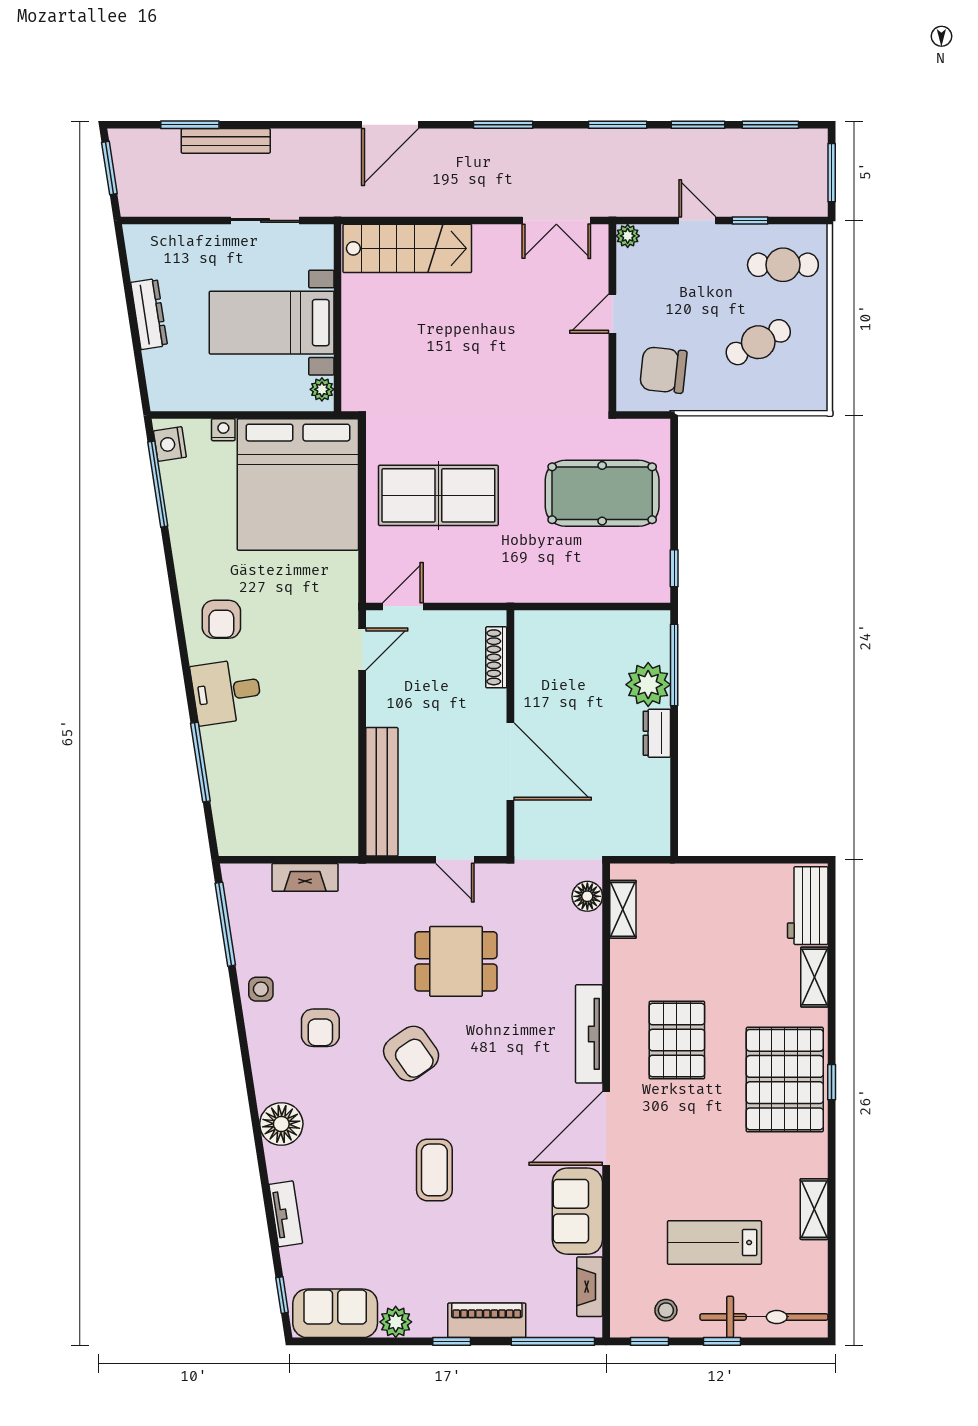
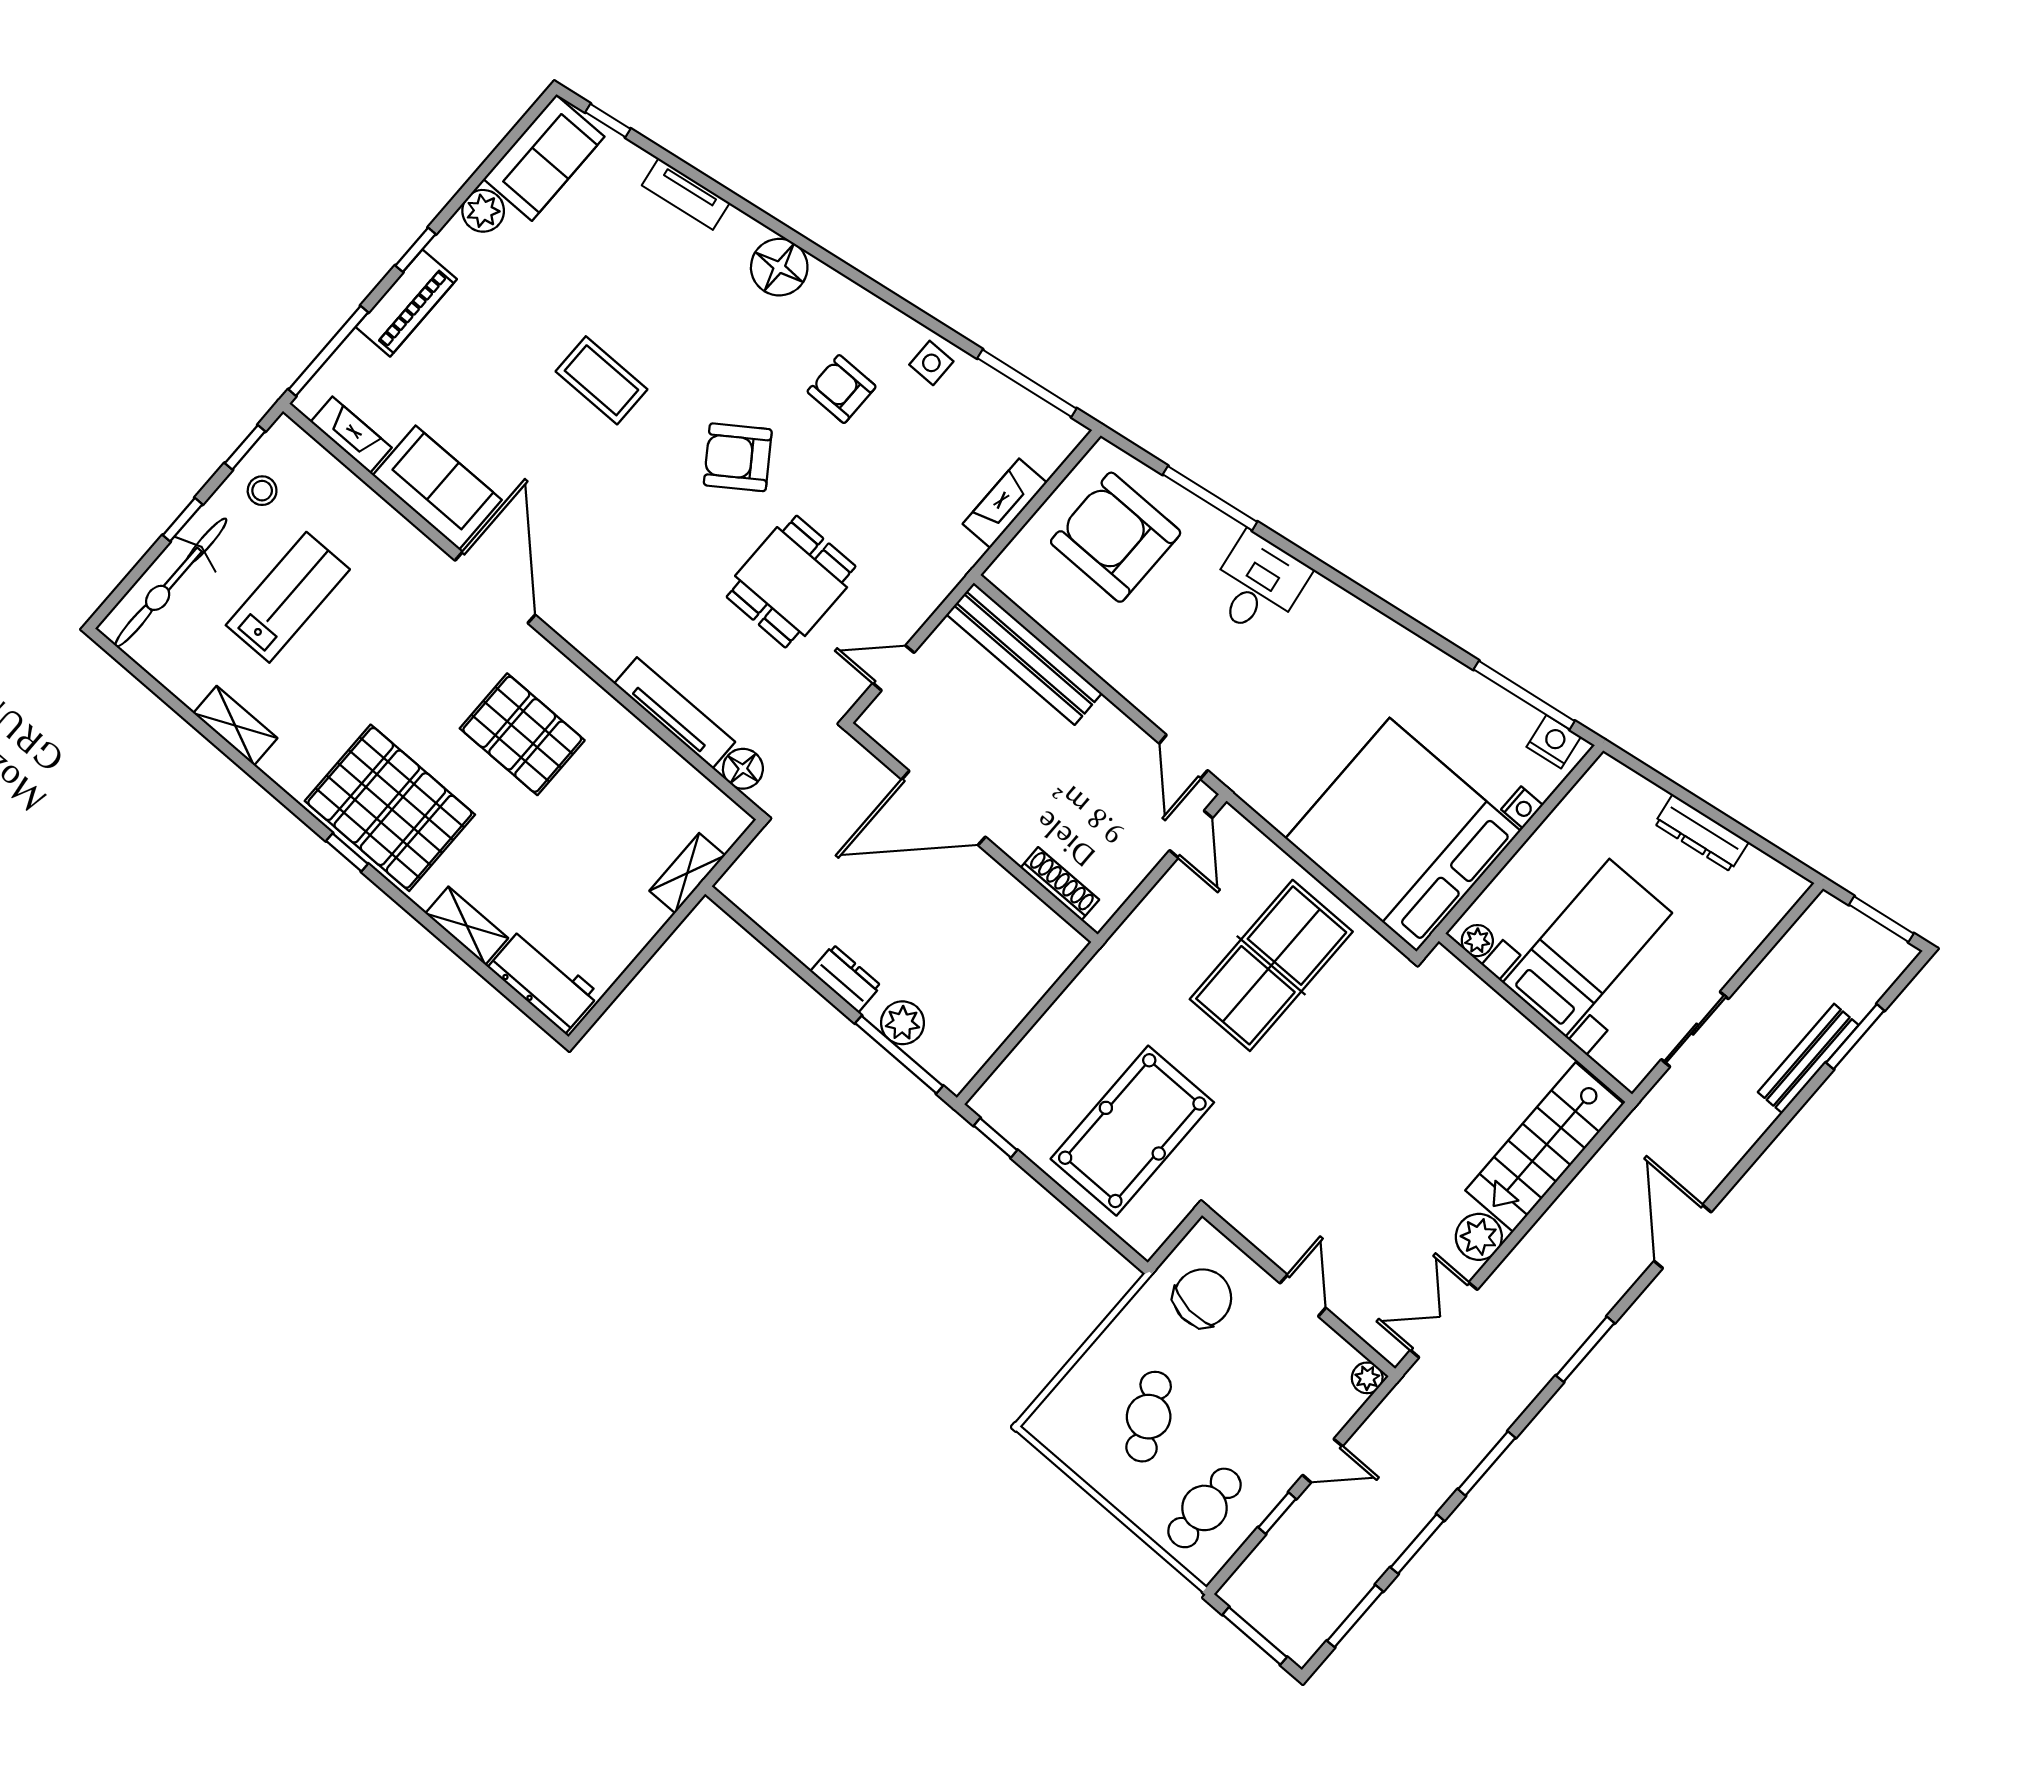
plant: (491, 242) -> (1479, 1237), added
armchair: (221, 619) -> (1116, 537), moved, width x1.88, depth x1.88
plant: (648, 685) -> (903, 1023), width x0.73, depth x0.73
shelving: (623, 909) -> (687, 873), moved, turned 90
tv unit: (589, 1034) -> (675, 713), moved

